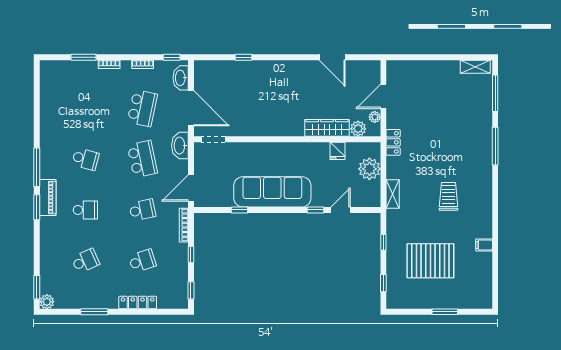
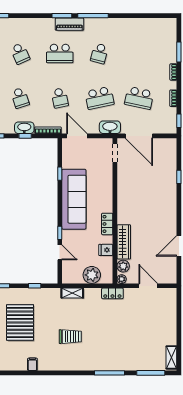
washbasin: (181, 78) -> (24, 128), moved
door: (191, 108) -> (139, 136), hinge flipped
plant: (375, 117) -> (122, 279), moved
locker: (304, 149) -> (107, 224), added
school desk: (85, 210) -> (60, 53), width x1.85

